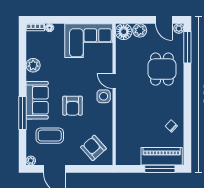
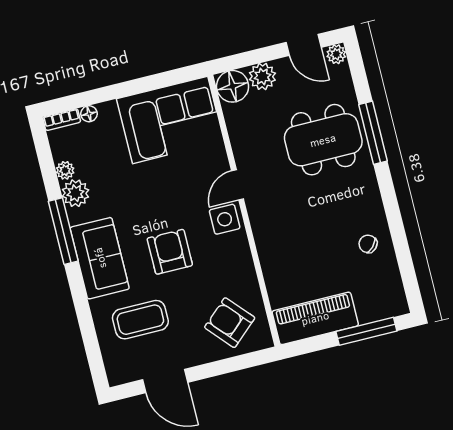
window: (187, 47) -> (373, 133), moved
dining table: (162, 69) -> (323, 140), width x1.38
door: (114, 81) -> (238, 185), hinge flipped
armchair: (73, 106) -> (170, 252), turned 180
window: (22, 113) -> (63, 231), moved
piano: (162, 156) -> (315, 318), moved
plant: (31, 161) -> (65, 170), moved

